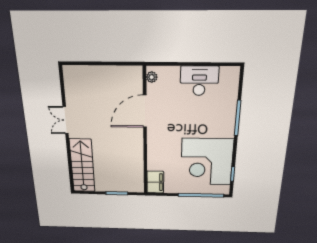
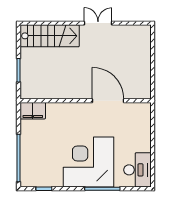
plant: (152, 77) -> (141, 107), removed
desk: (199, 81) -> (137, 170), moved
corner desk: (207, 162) -> (89, 162), moved

